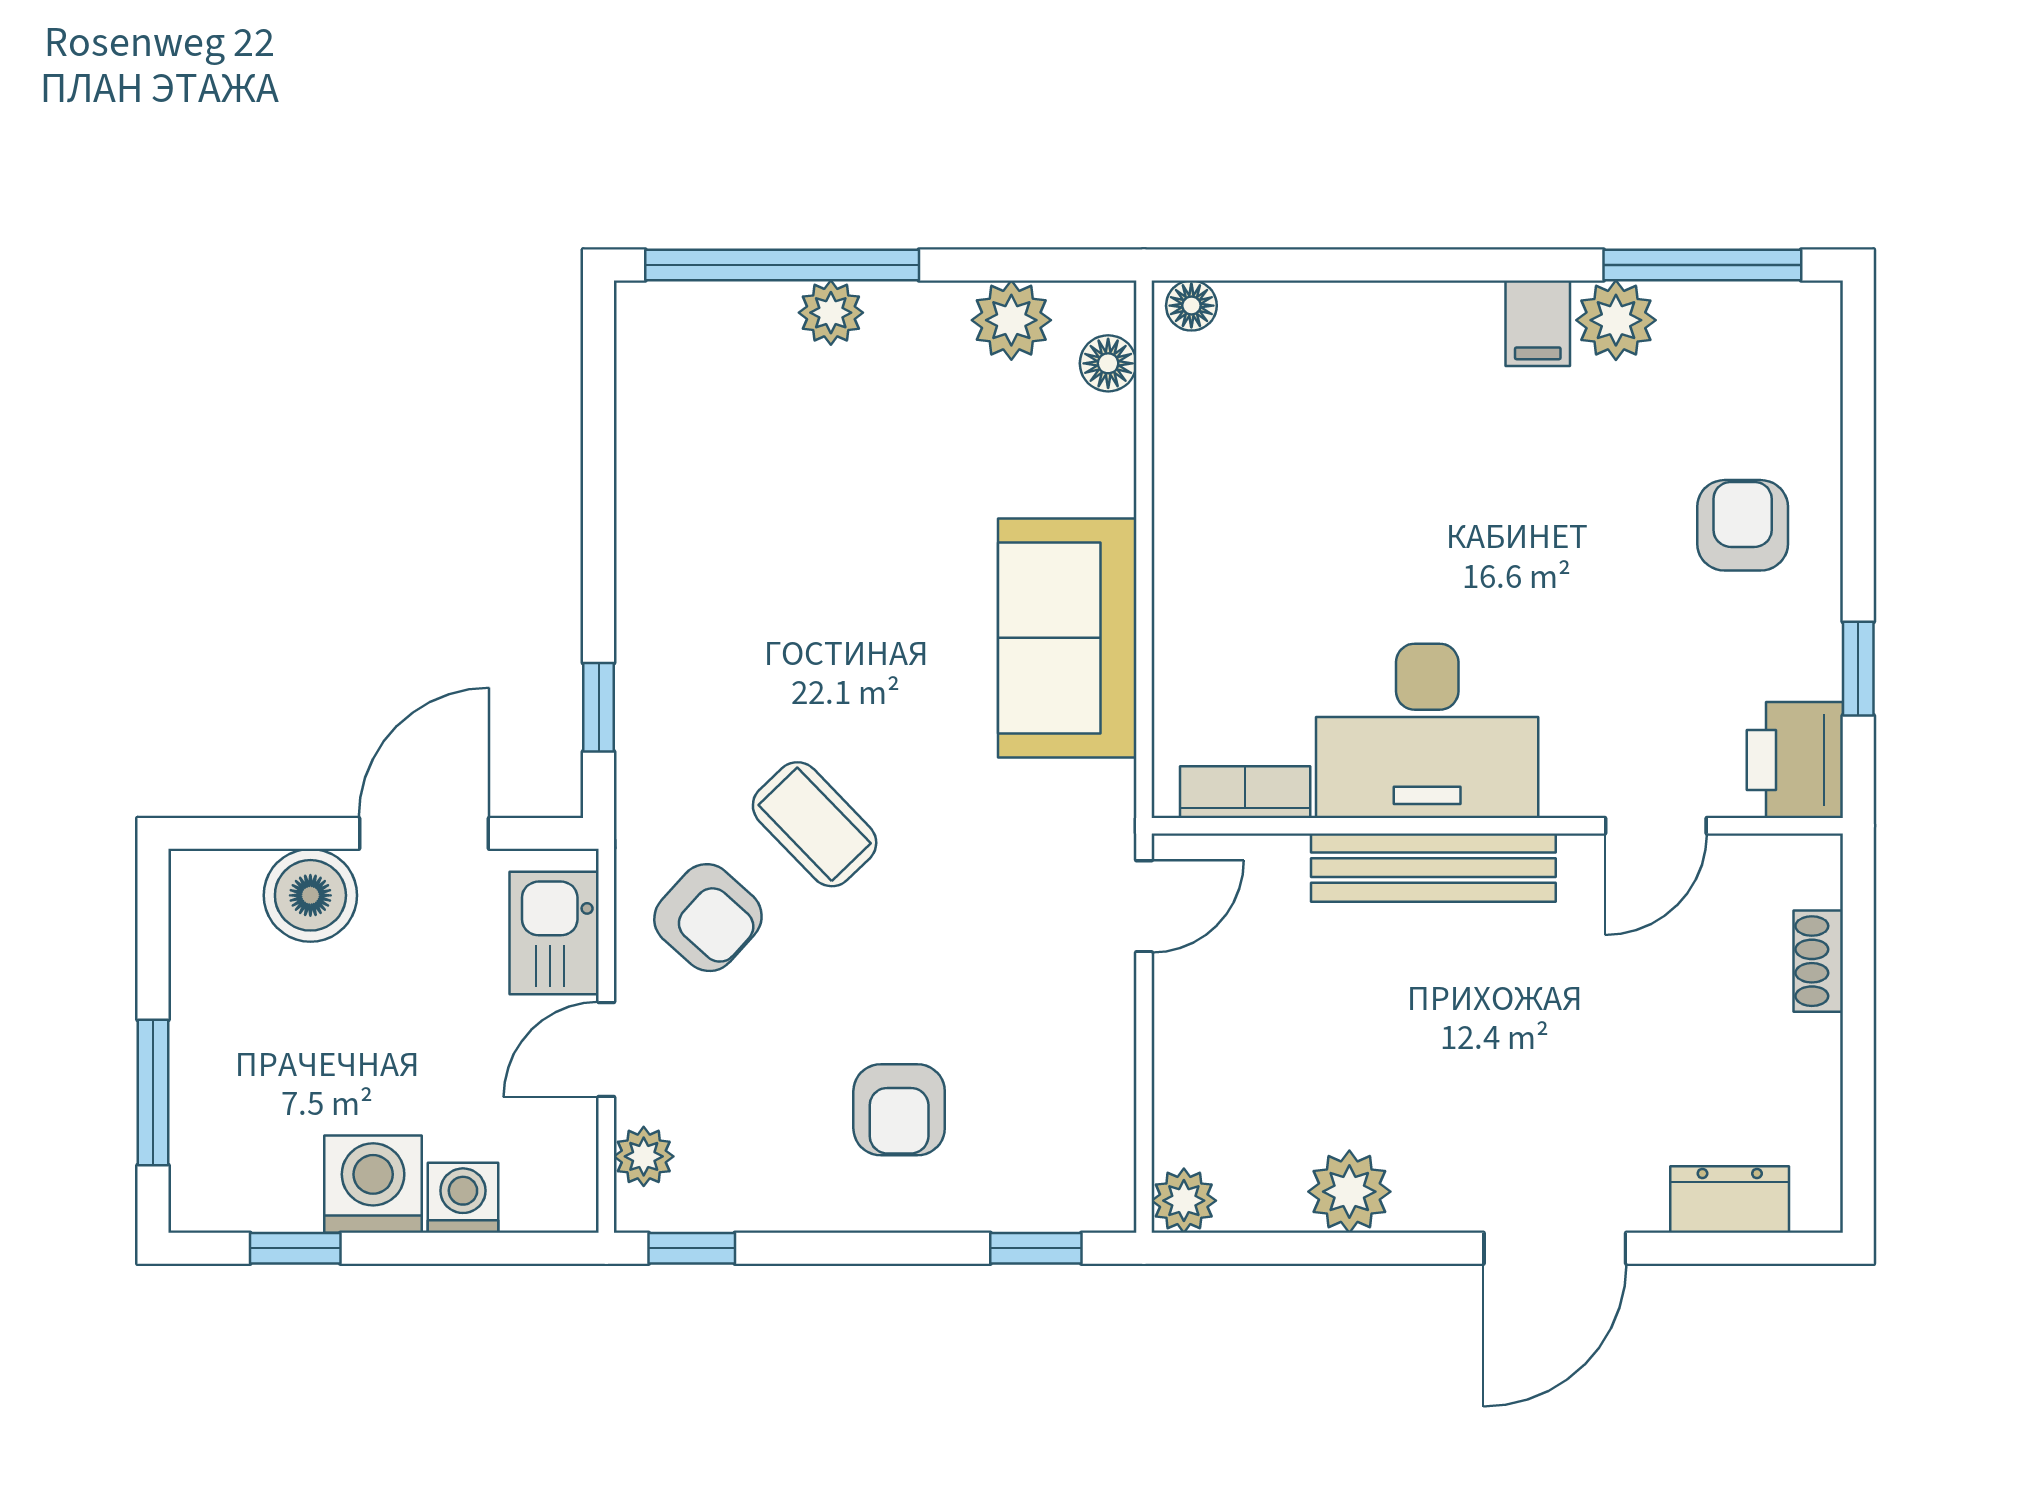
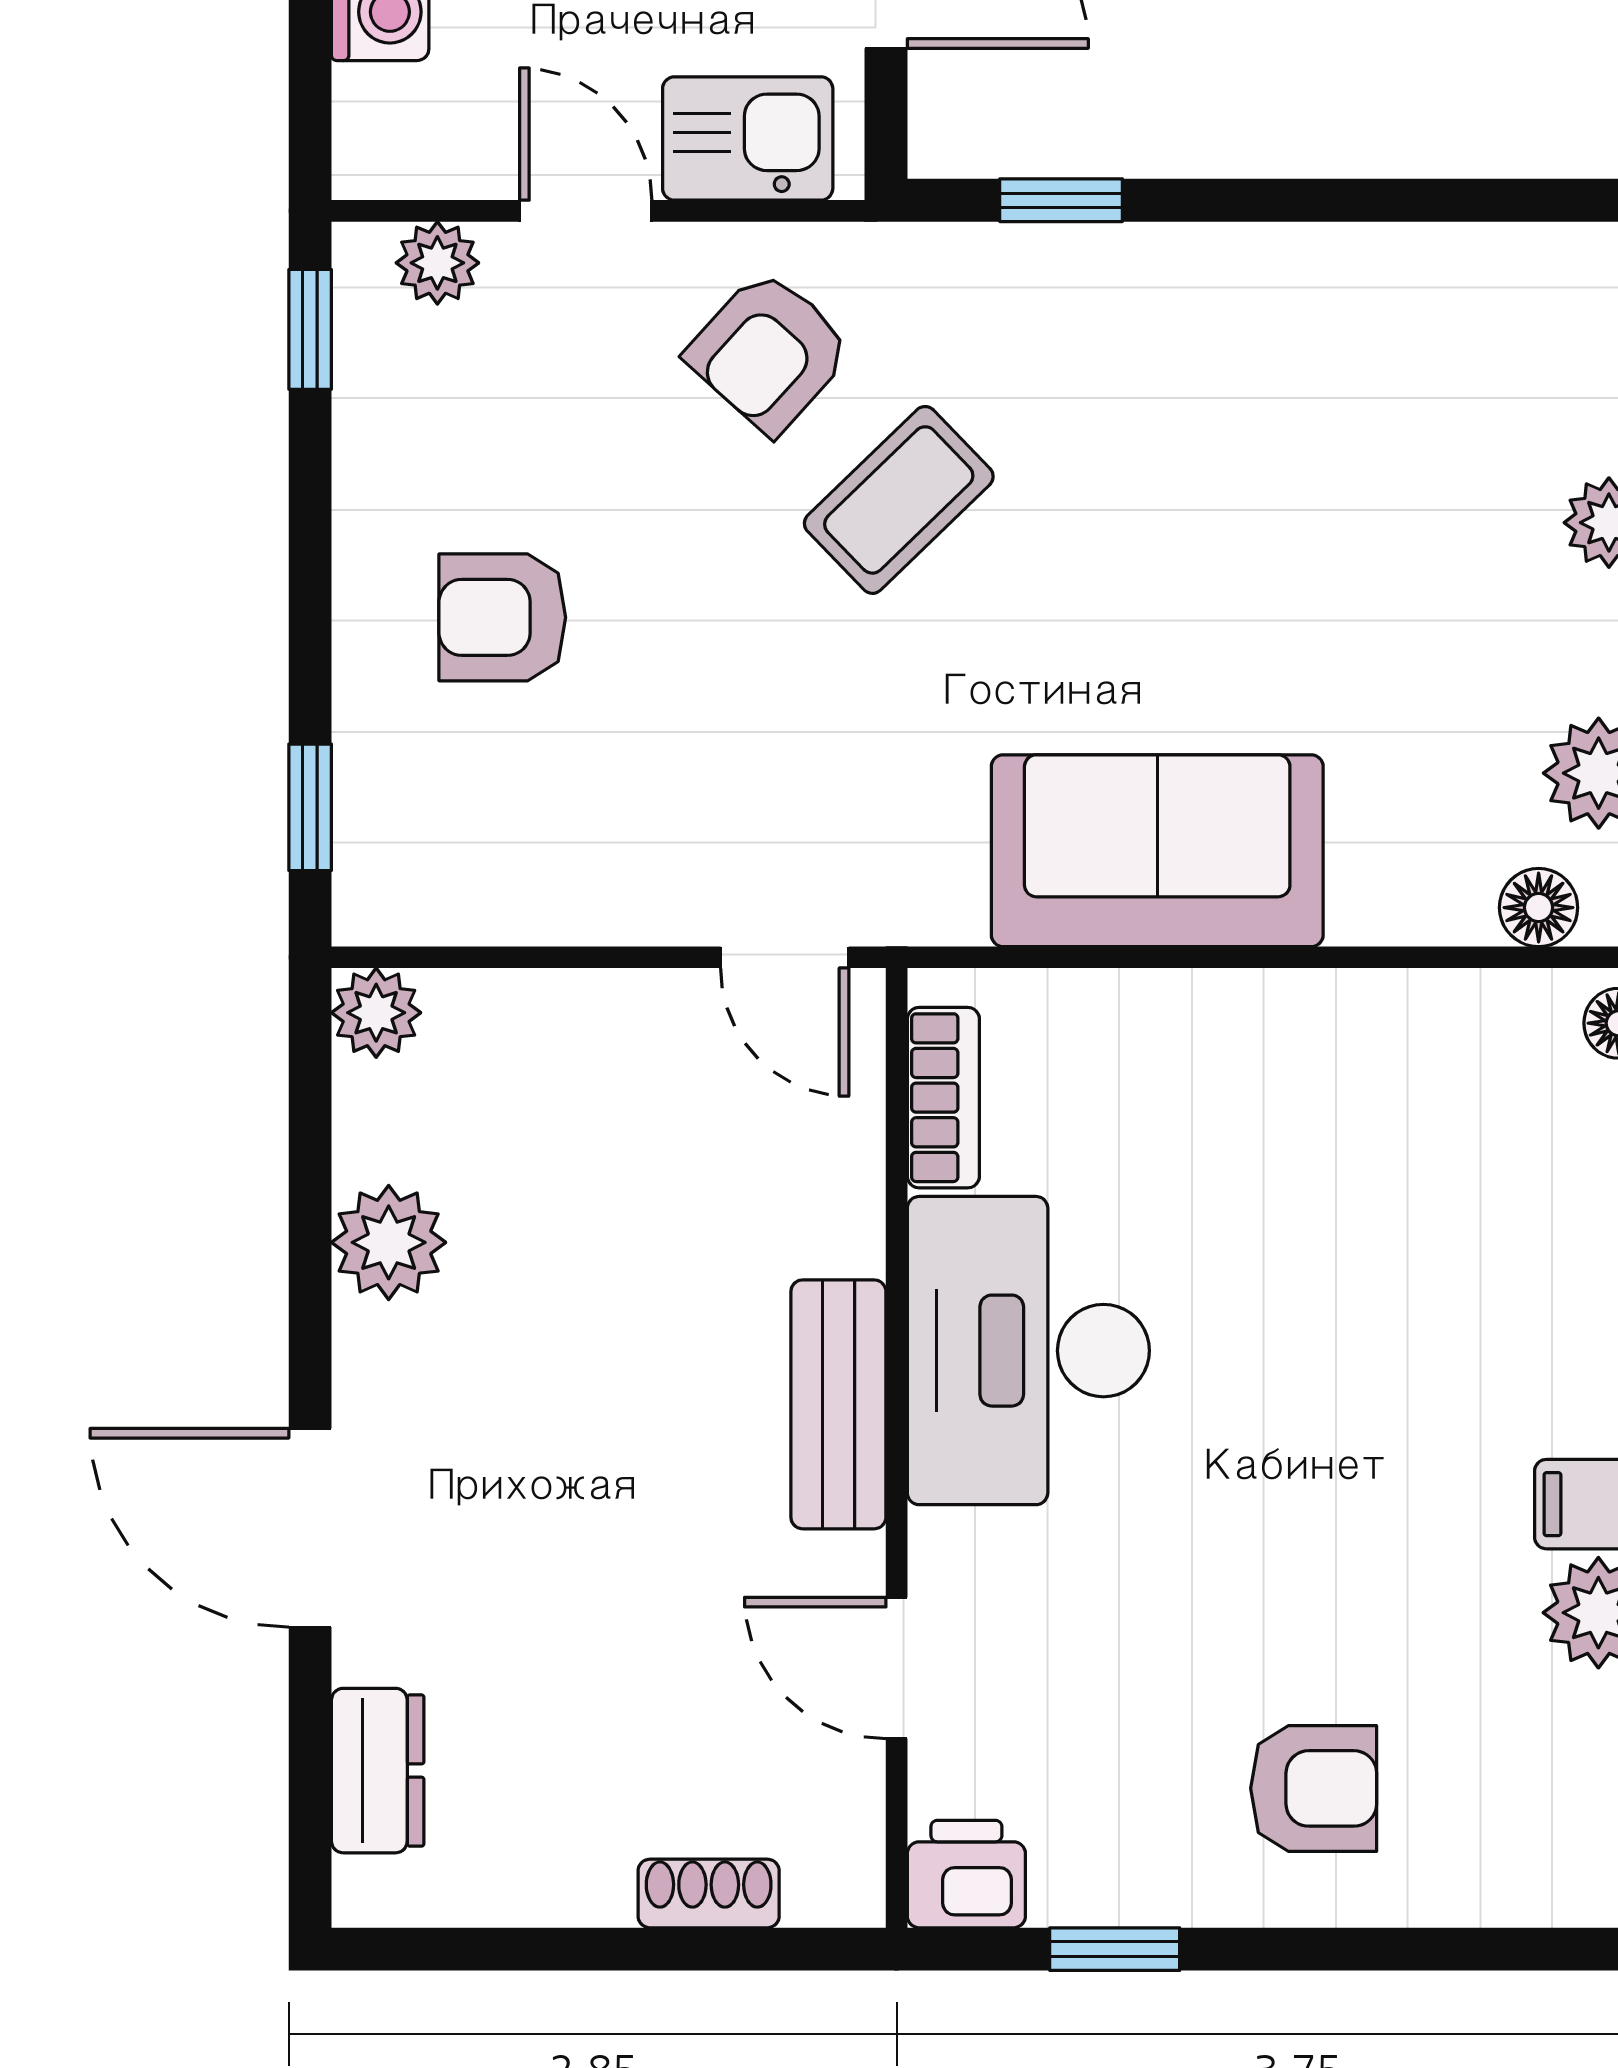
printer: (1795, 760) -> (966, 1874), width x0.73, depth x0.81
bench: (1433, 868) -> (838, 1404), width x0.73

